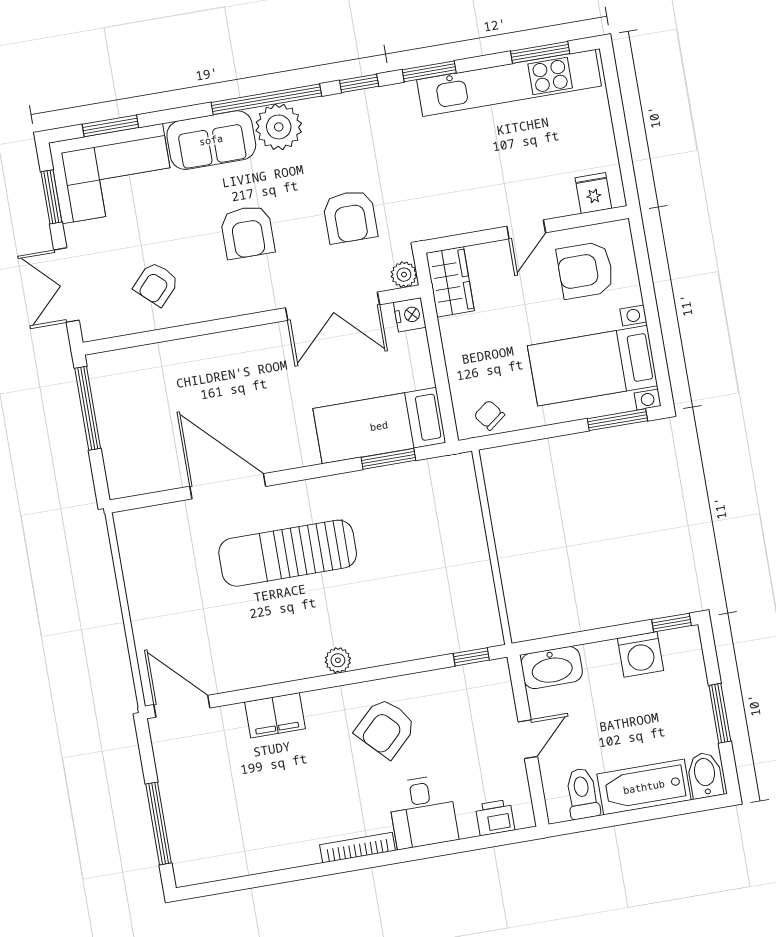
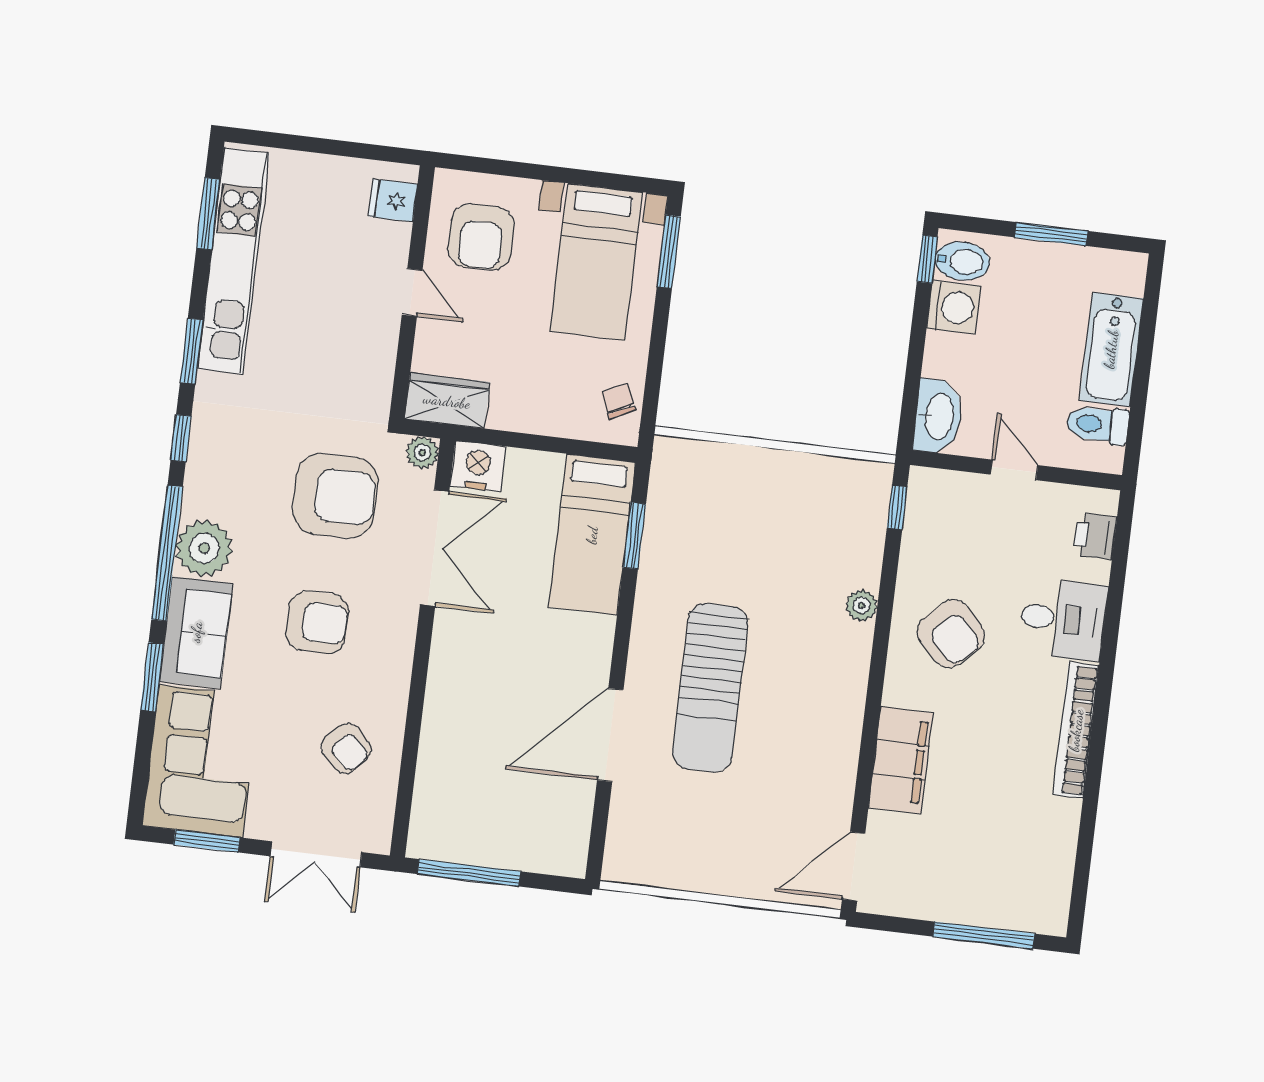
window: (110, 126) -> (152, 677), moved
armchair: (350, 217) -> (335, 496), width x1.36, depth x1.36
nightstand: (410, 315) -> (478, 466), width x1.36, depth x1.33
chair: (489, 415) -> (618, 401), turned 102
plant: (338, 660) -> (862, 605), moved
filing cabinet: (275, 715) -> (901, 760), width x1.50, depth x1.17
bidet: (705, 775) -> (962, 261), moved, turned 180
bookcase: (357, 848) -> (1076, 730), width x1.48, depth x1.31

